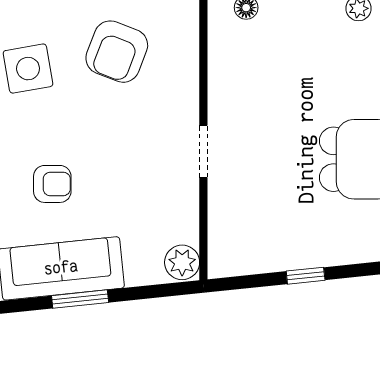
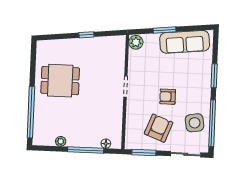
armchair: (52, 184) -> (168, 97), moved
window: (80, 299) -> (164, 30), moved

